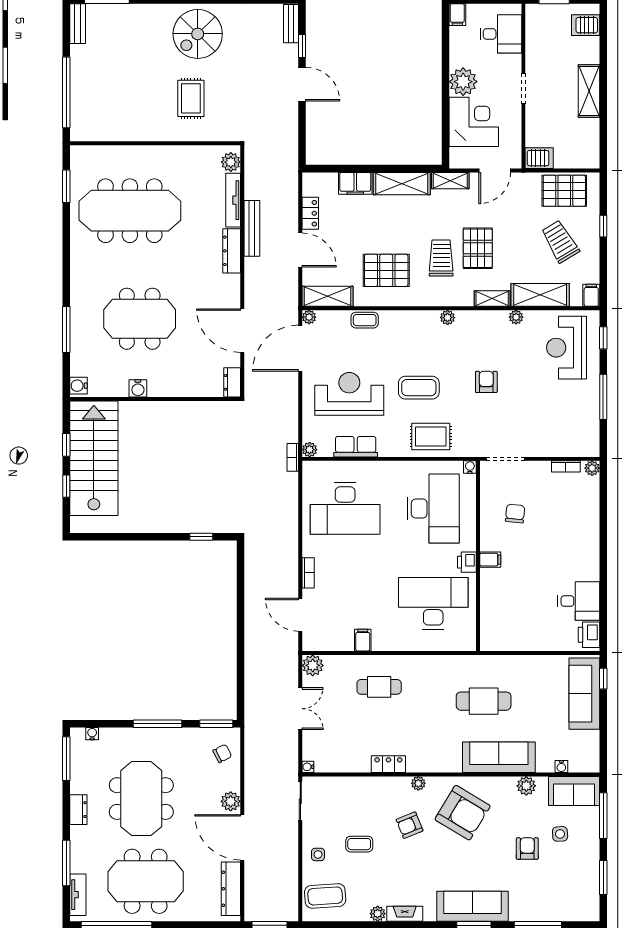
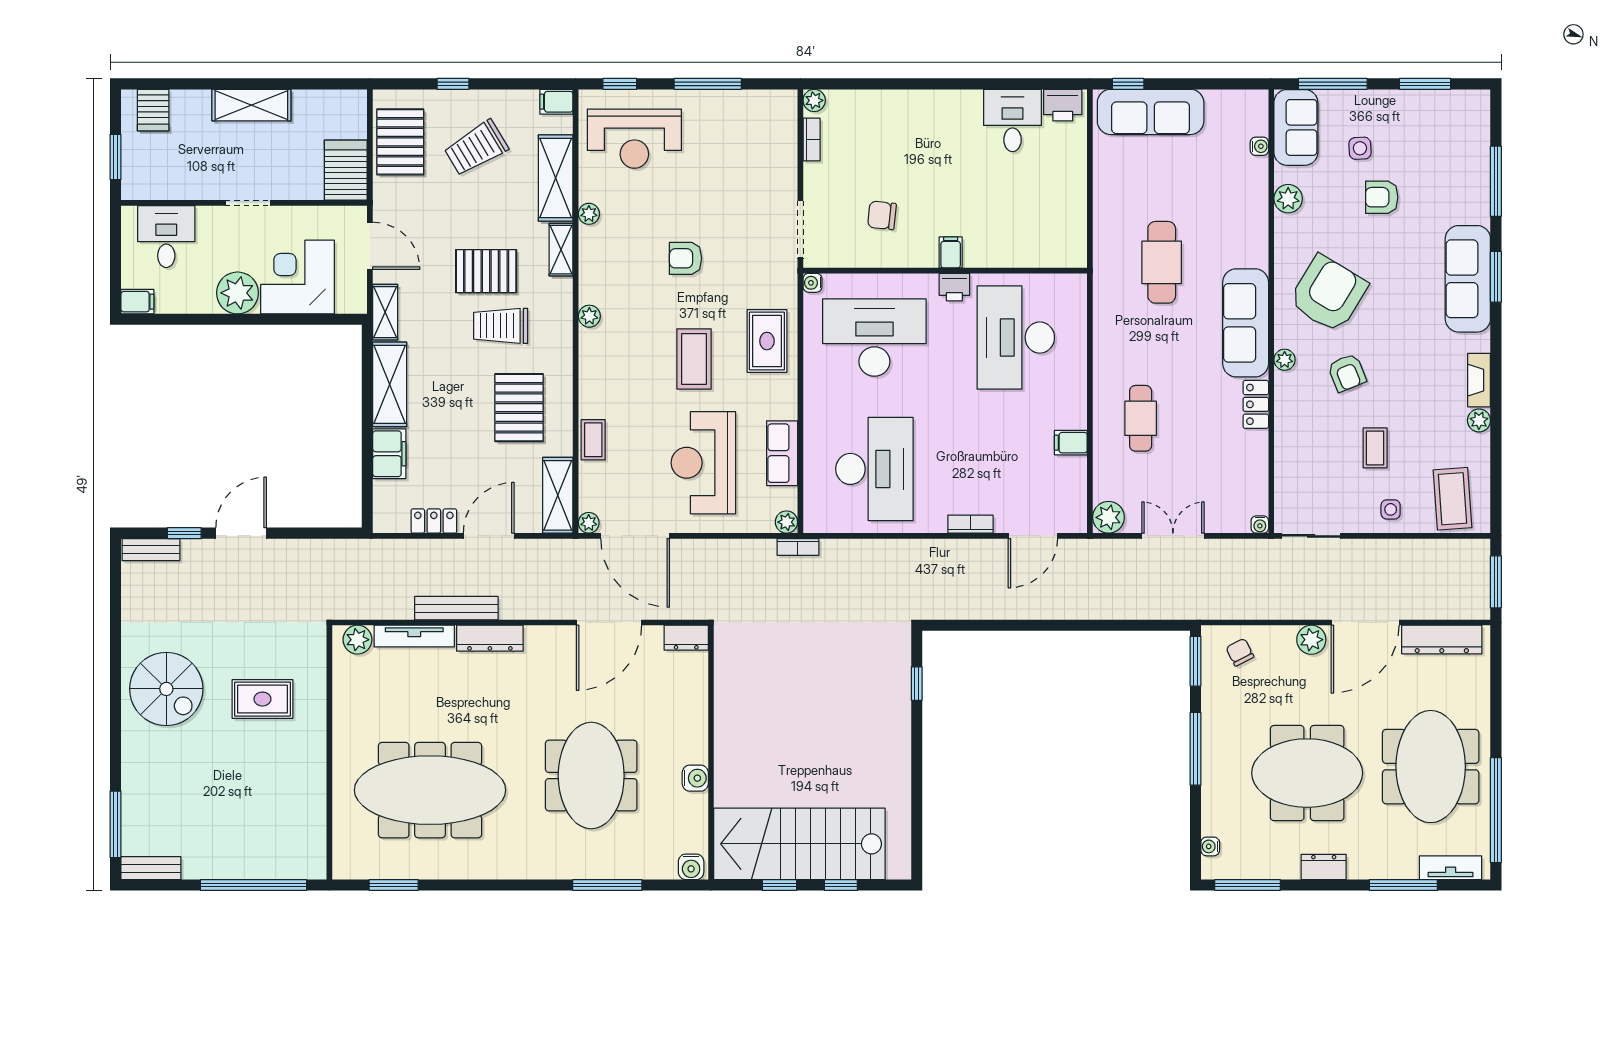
server rack: (539, 158) -> (346, 170), width x1.36, depth x1.44
meeting table: (130, 211) -> (430, 790), turned 90
sofa: (499, 757) -> (1246, 323), moved

